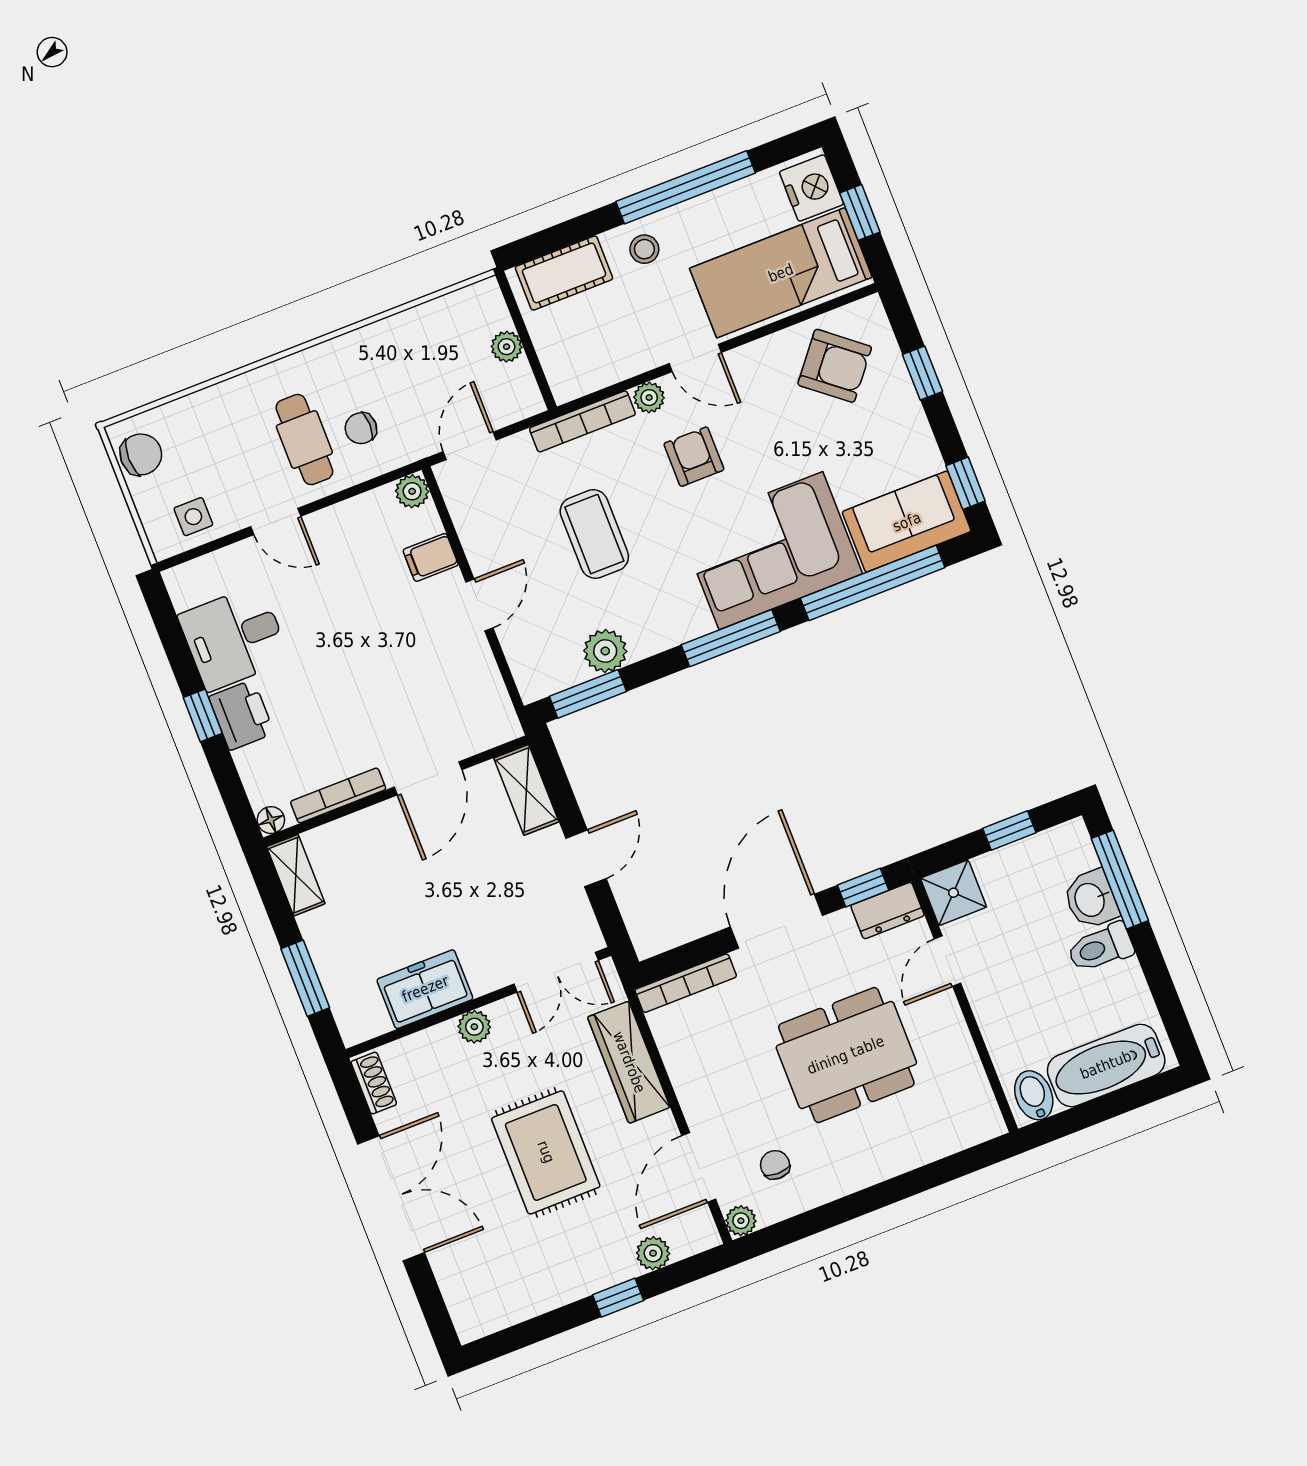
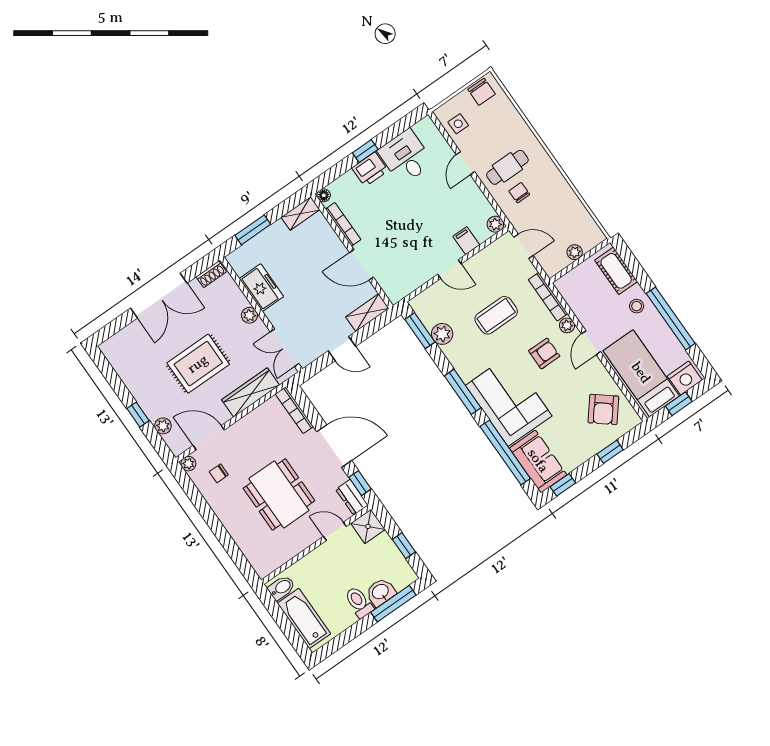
chair: (775, 1165) -> (219, 473), turned 180

